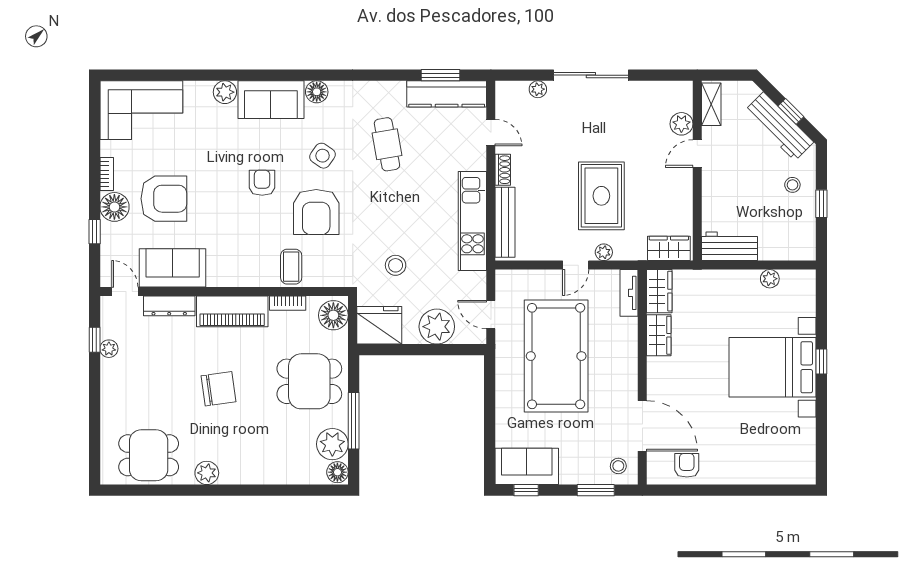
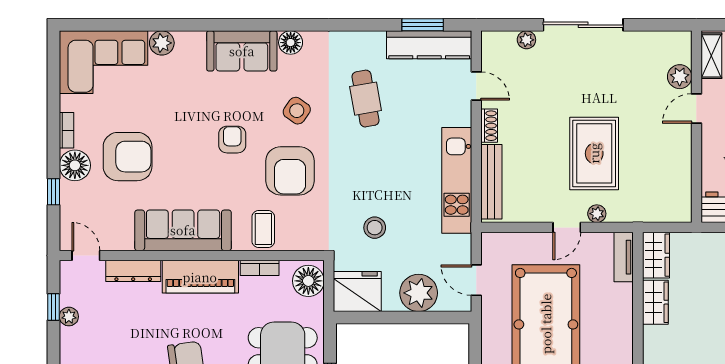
plant: (225, 92) -> (162, 43), moved
wardrobe: (669, 248) -> (666, 210), removed
sofa: (173, 268) -> (183, 230), moved, width x1.36

